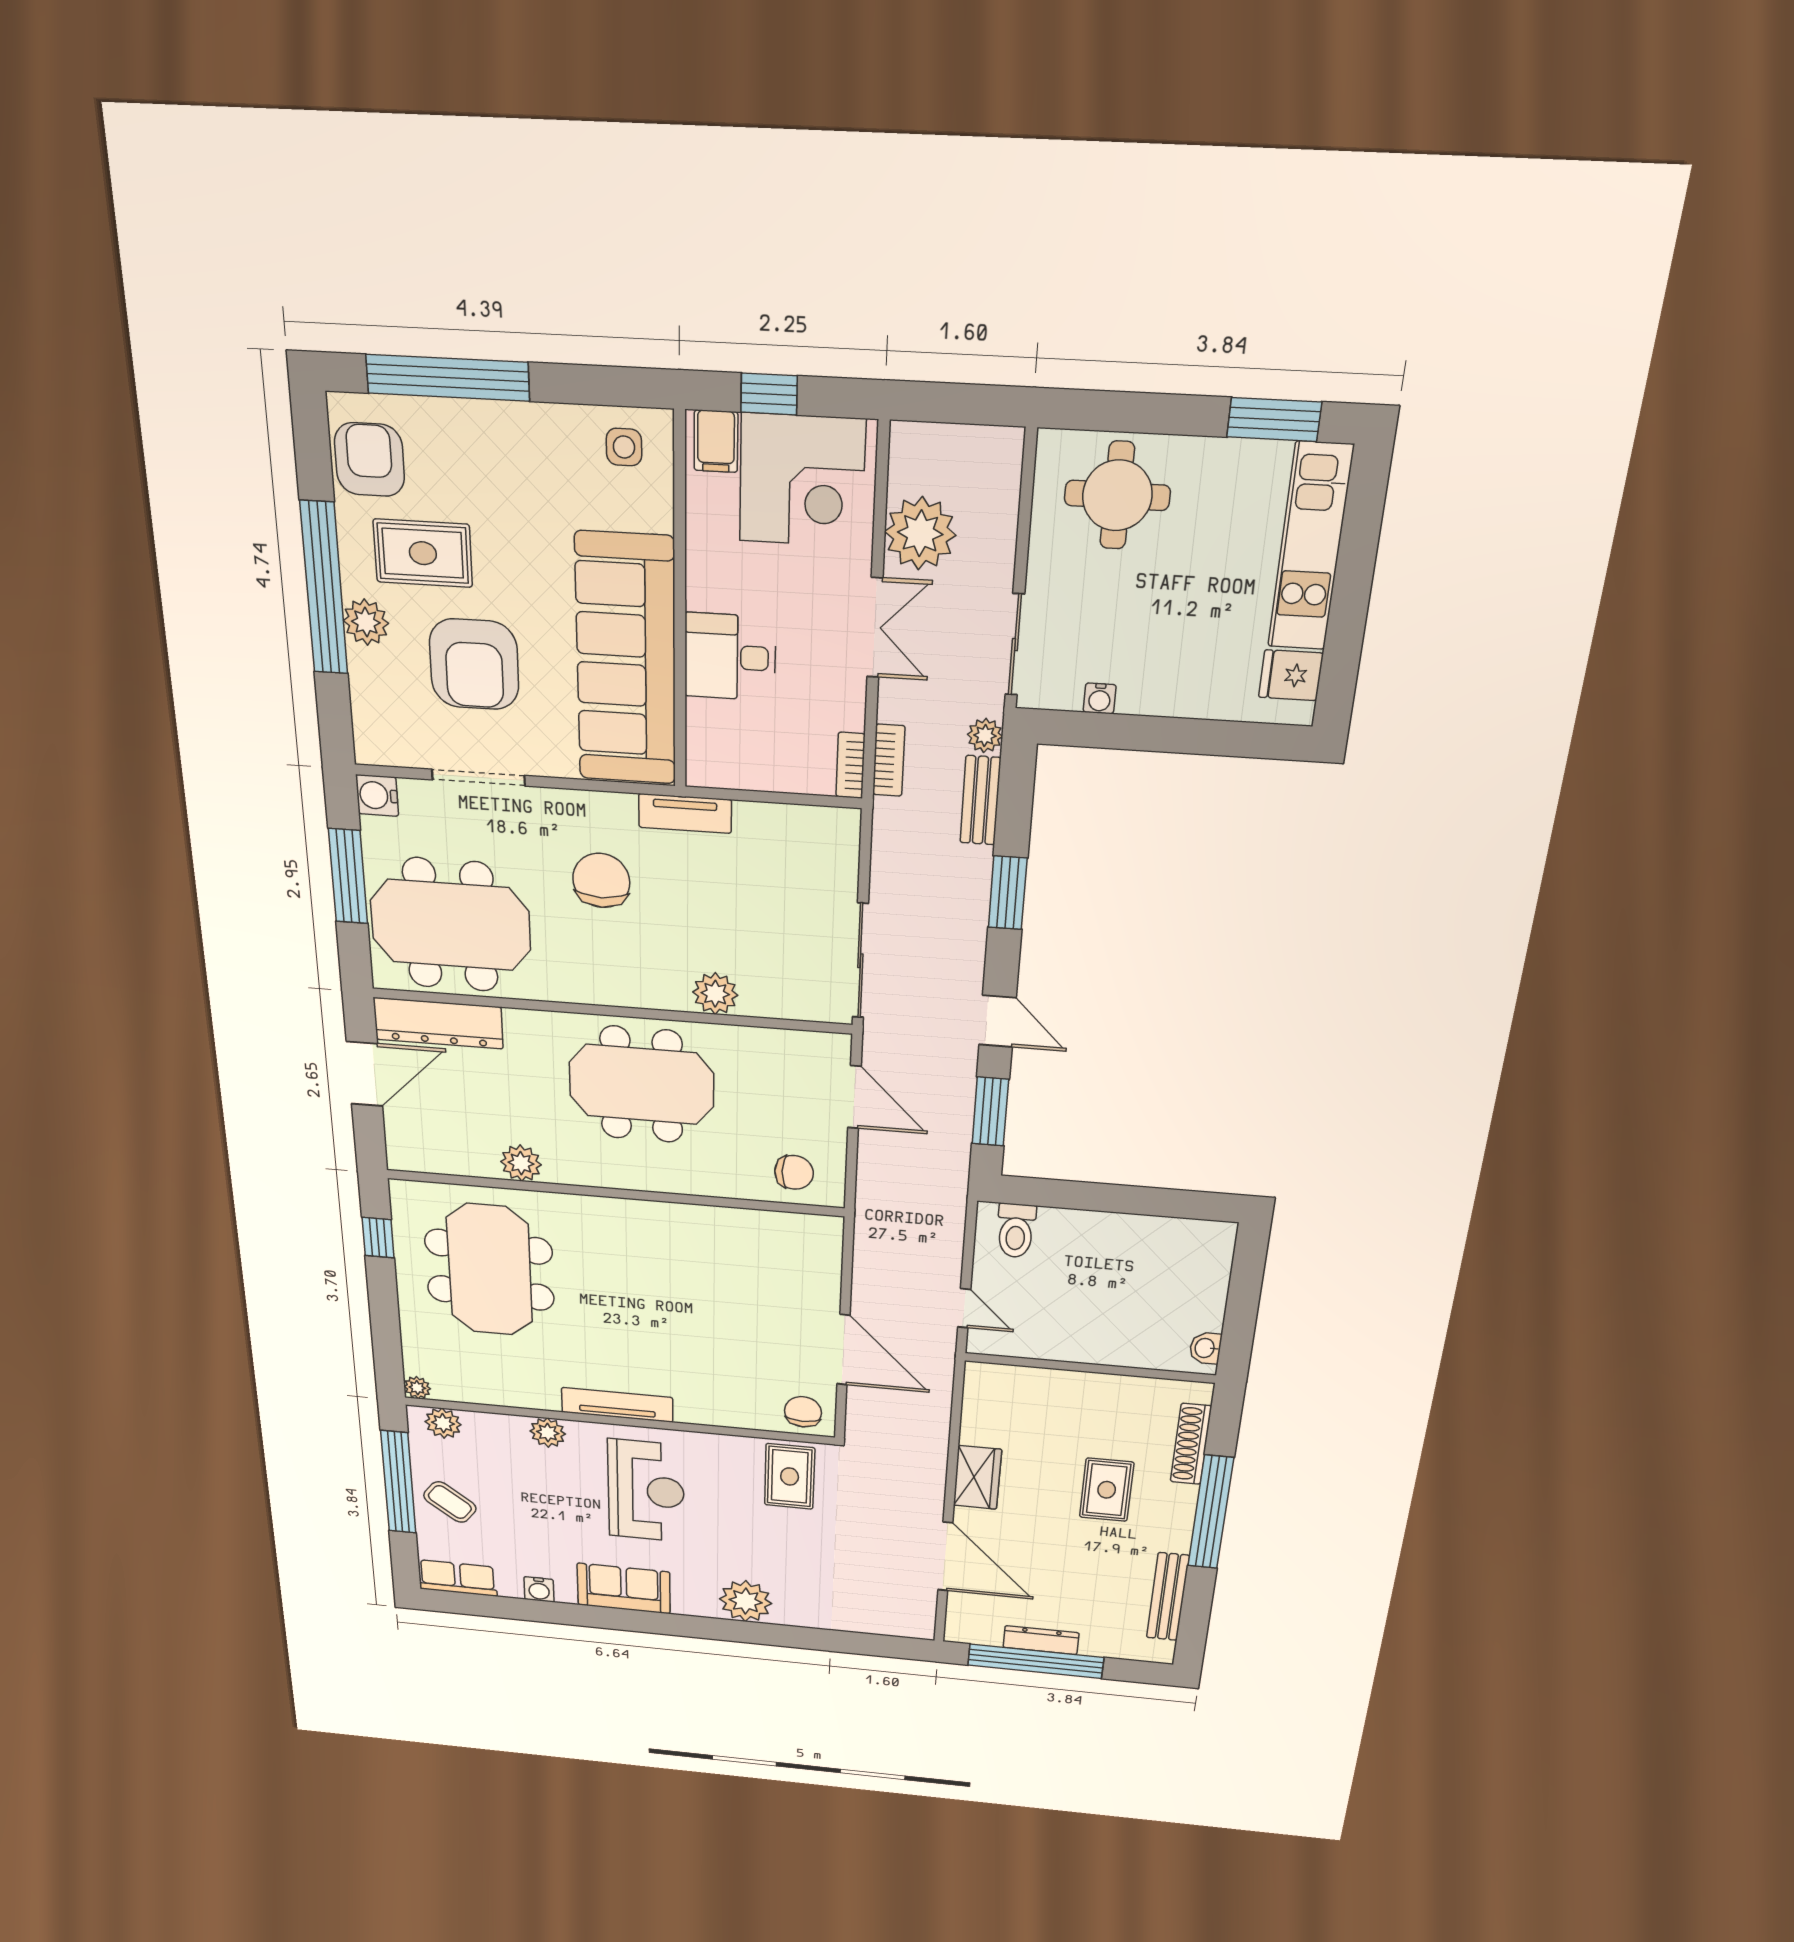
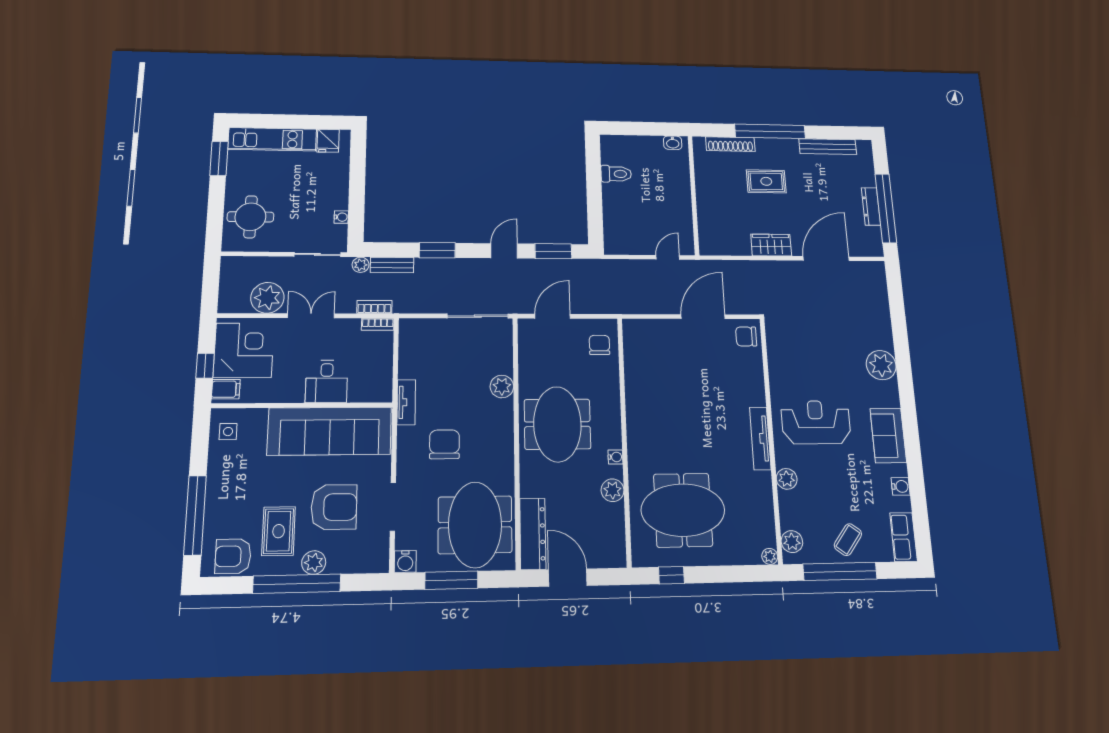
chair: (601, 880) -> (444, 444), turned 90
water cooler: (581, 1175) -> (615, 457), added
toilet: (1016, 1231) -> (616, 174), moved
rug: (790, 1476) -> (790, 343), removed

